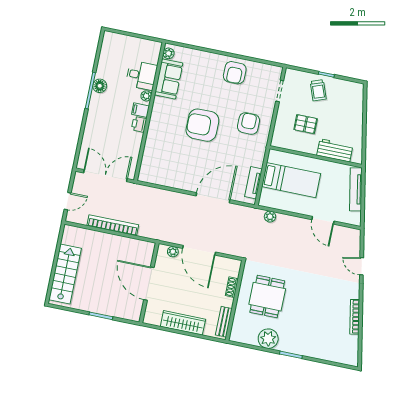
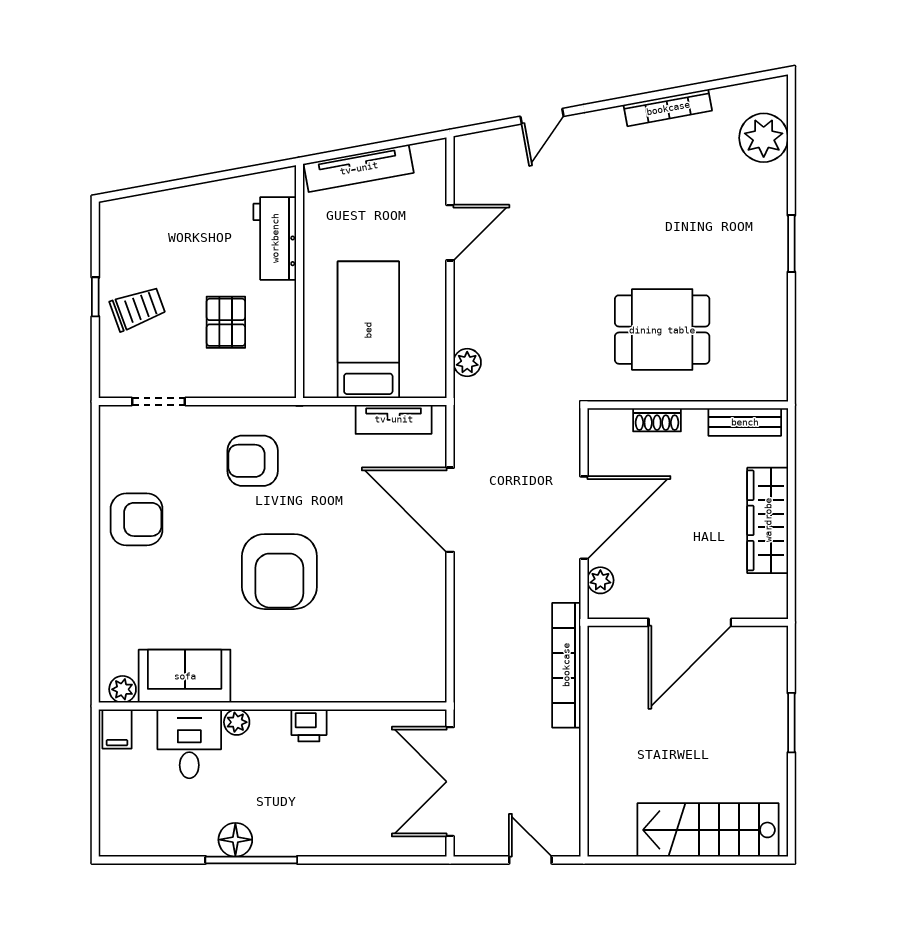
filing cabinet: (140, 110) -> (117, 729), moved
bookcase: (113, 225) -> (566, 665), moved
plant: (268, 339) -> (764, 138), moved

